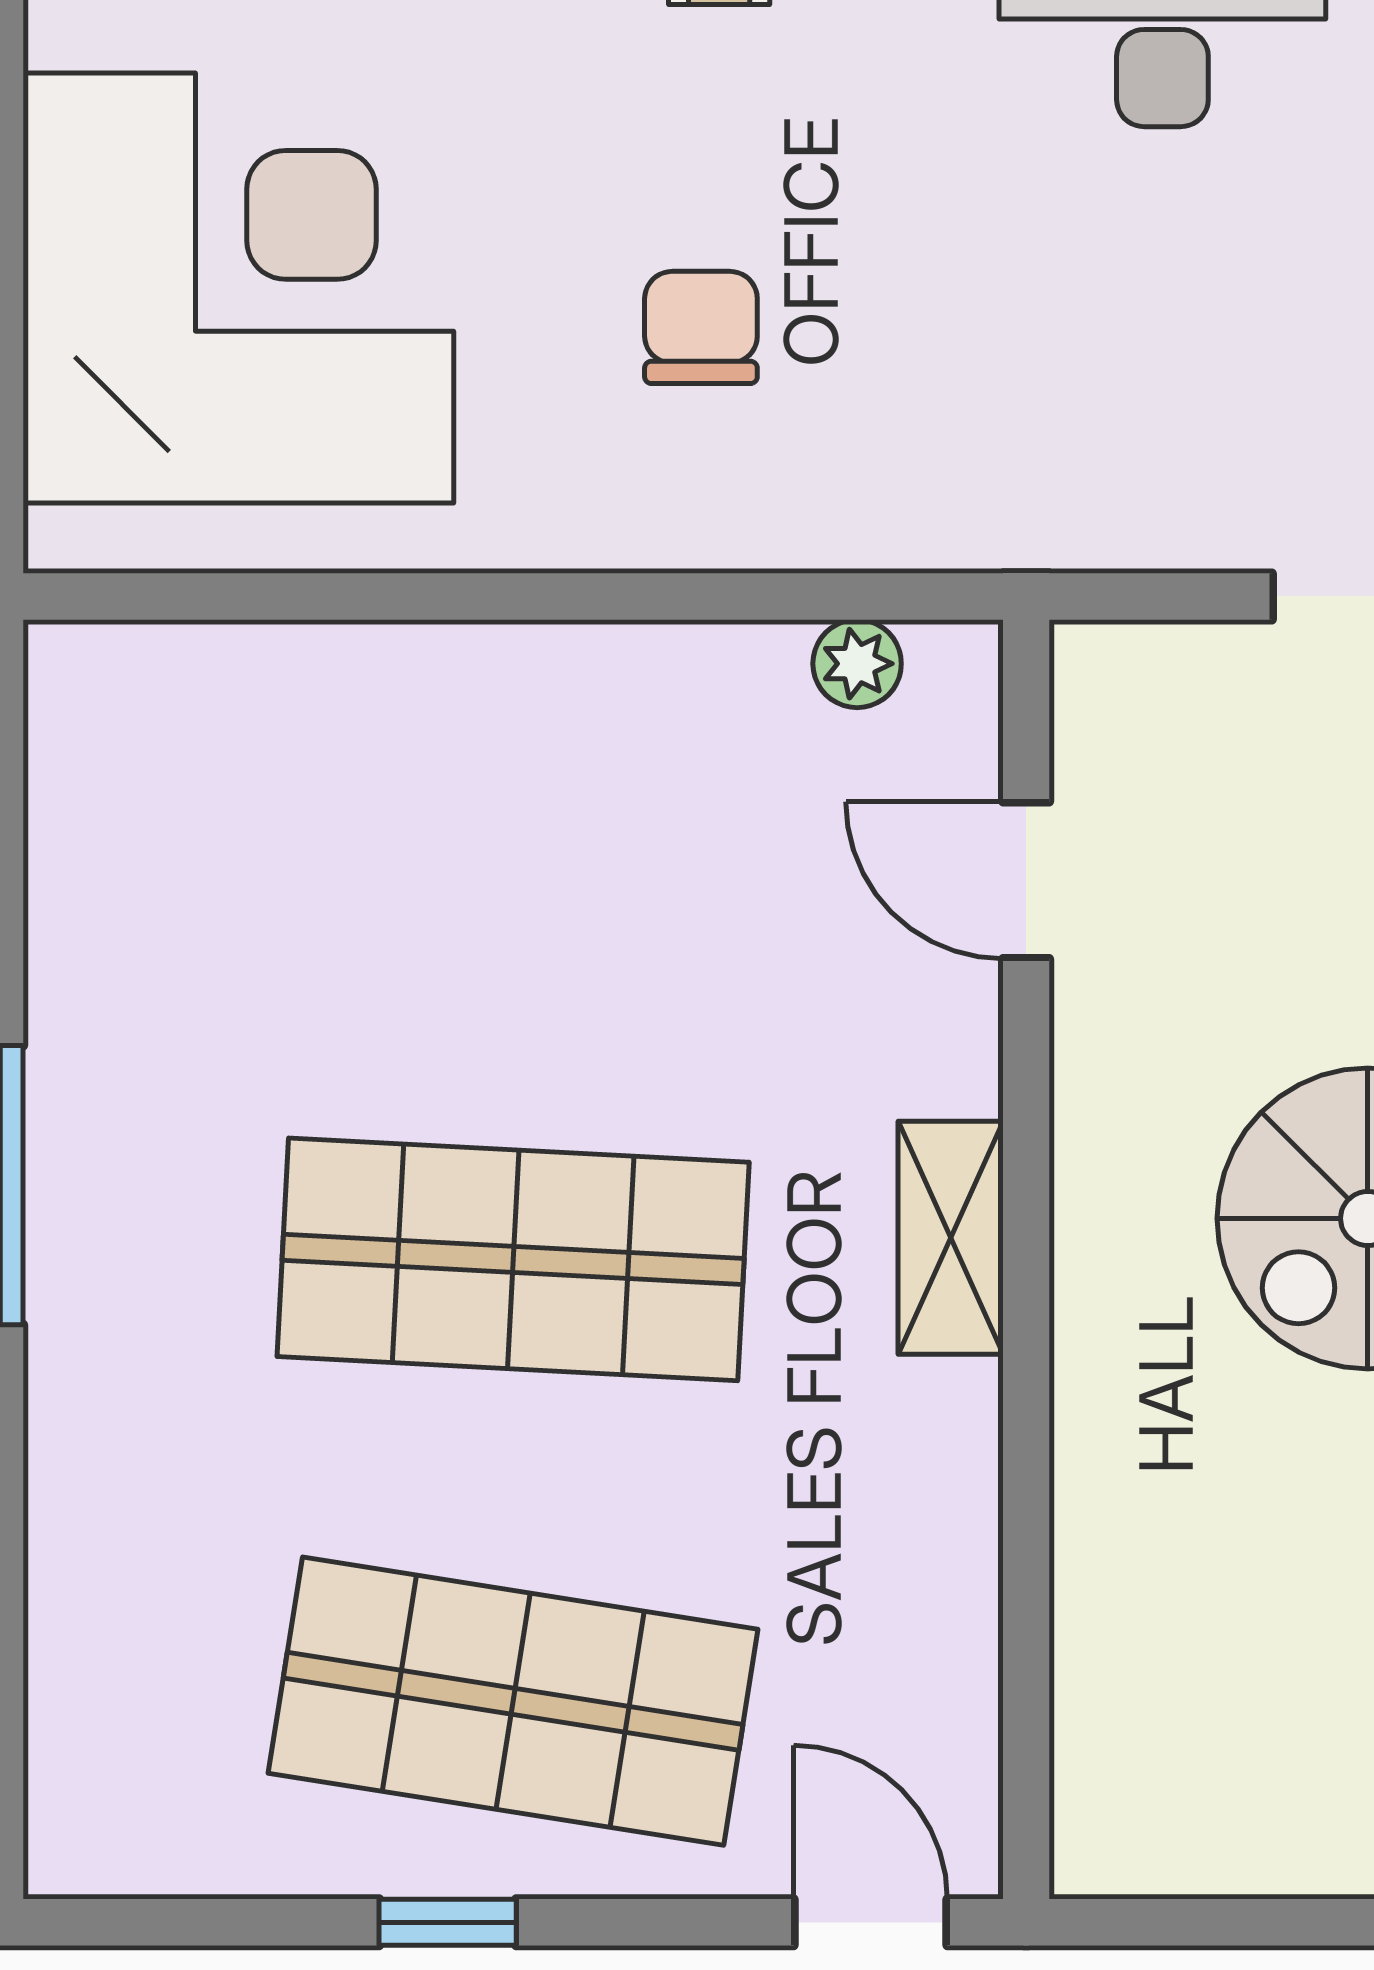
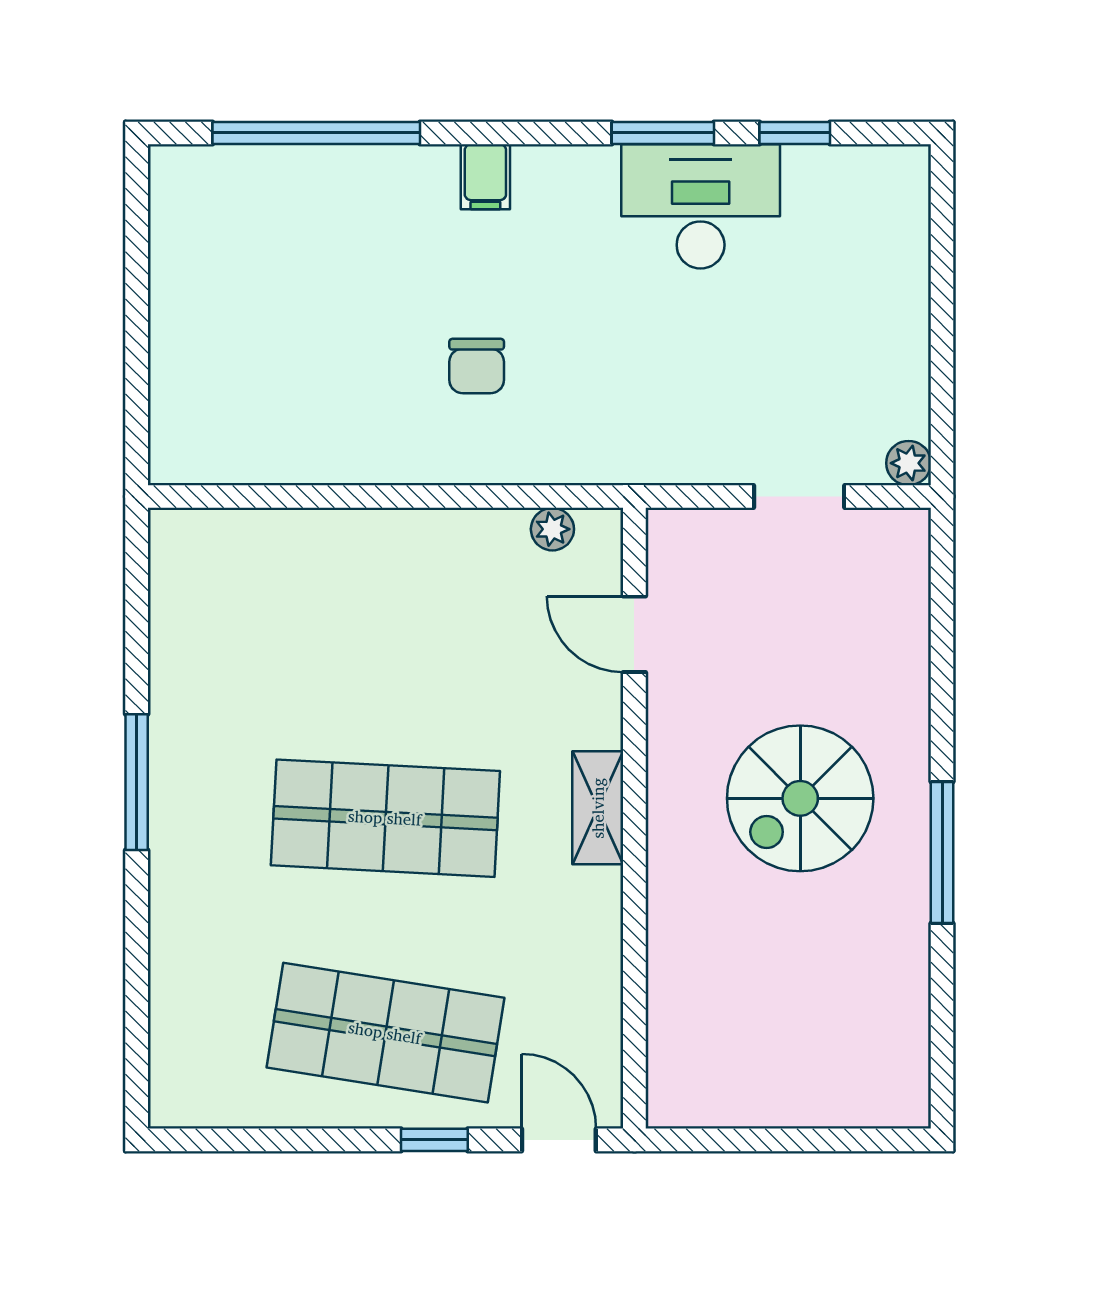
corner desk: (238, 288) -> (252, 347), removed
chair: (701, 327) -> (477, 366), turned 180
window: (448, 1922) -> (434, 1140), moved

